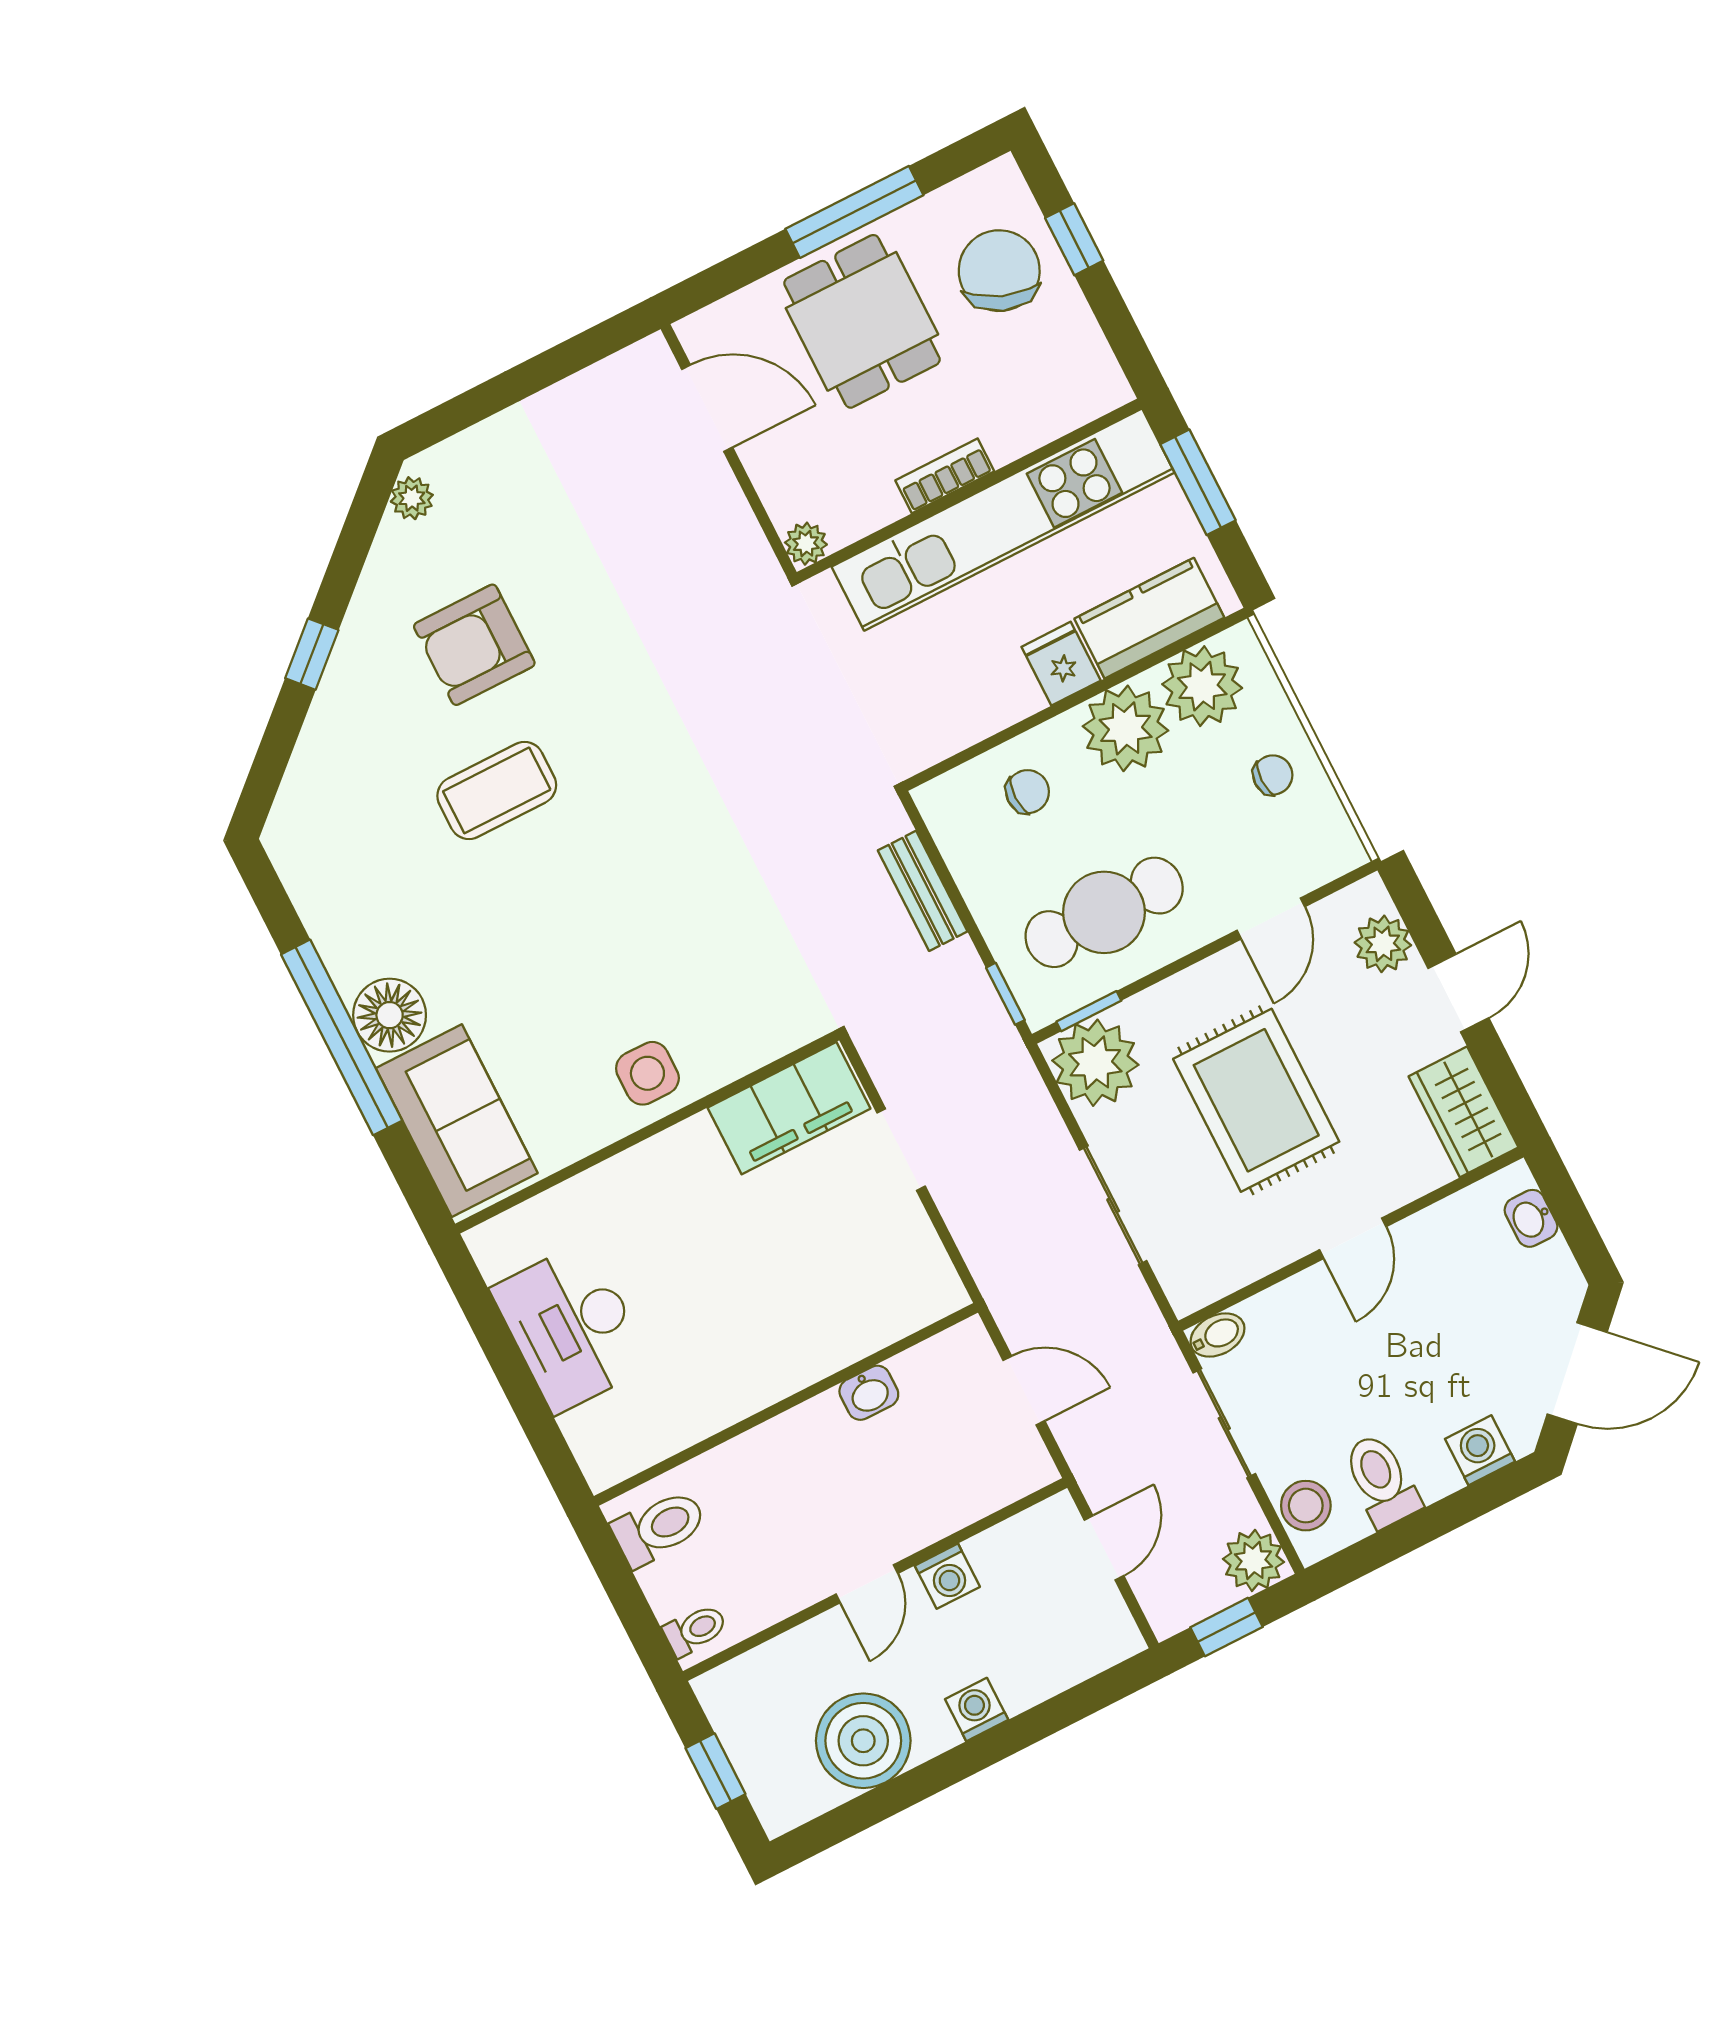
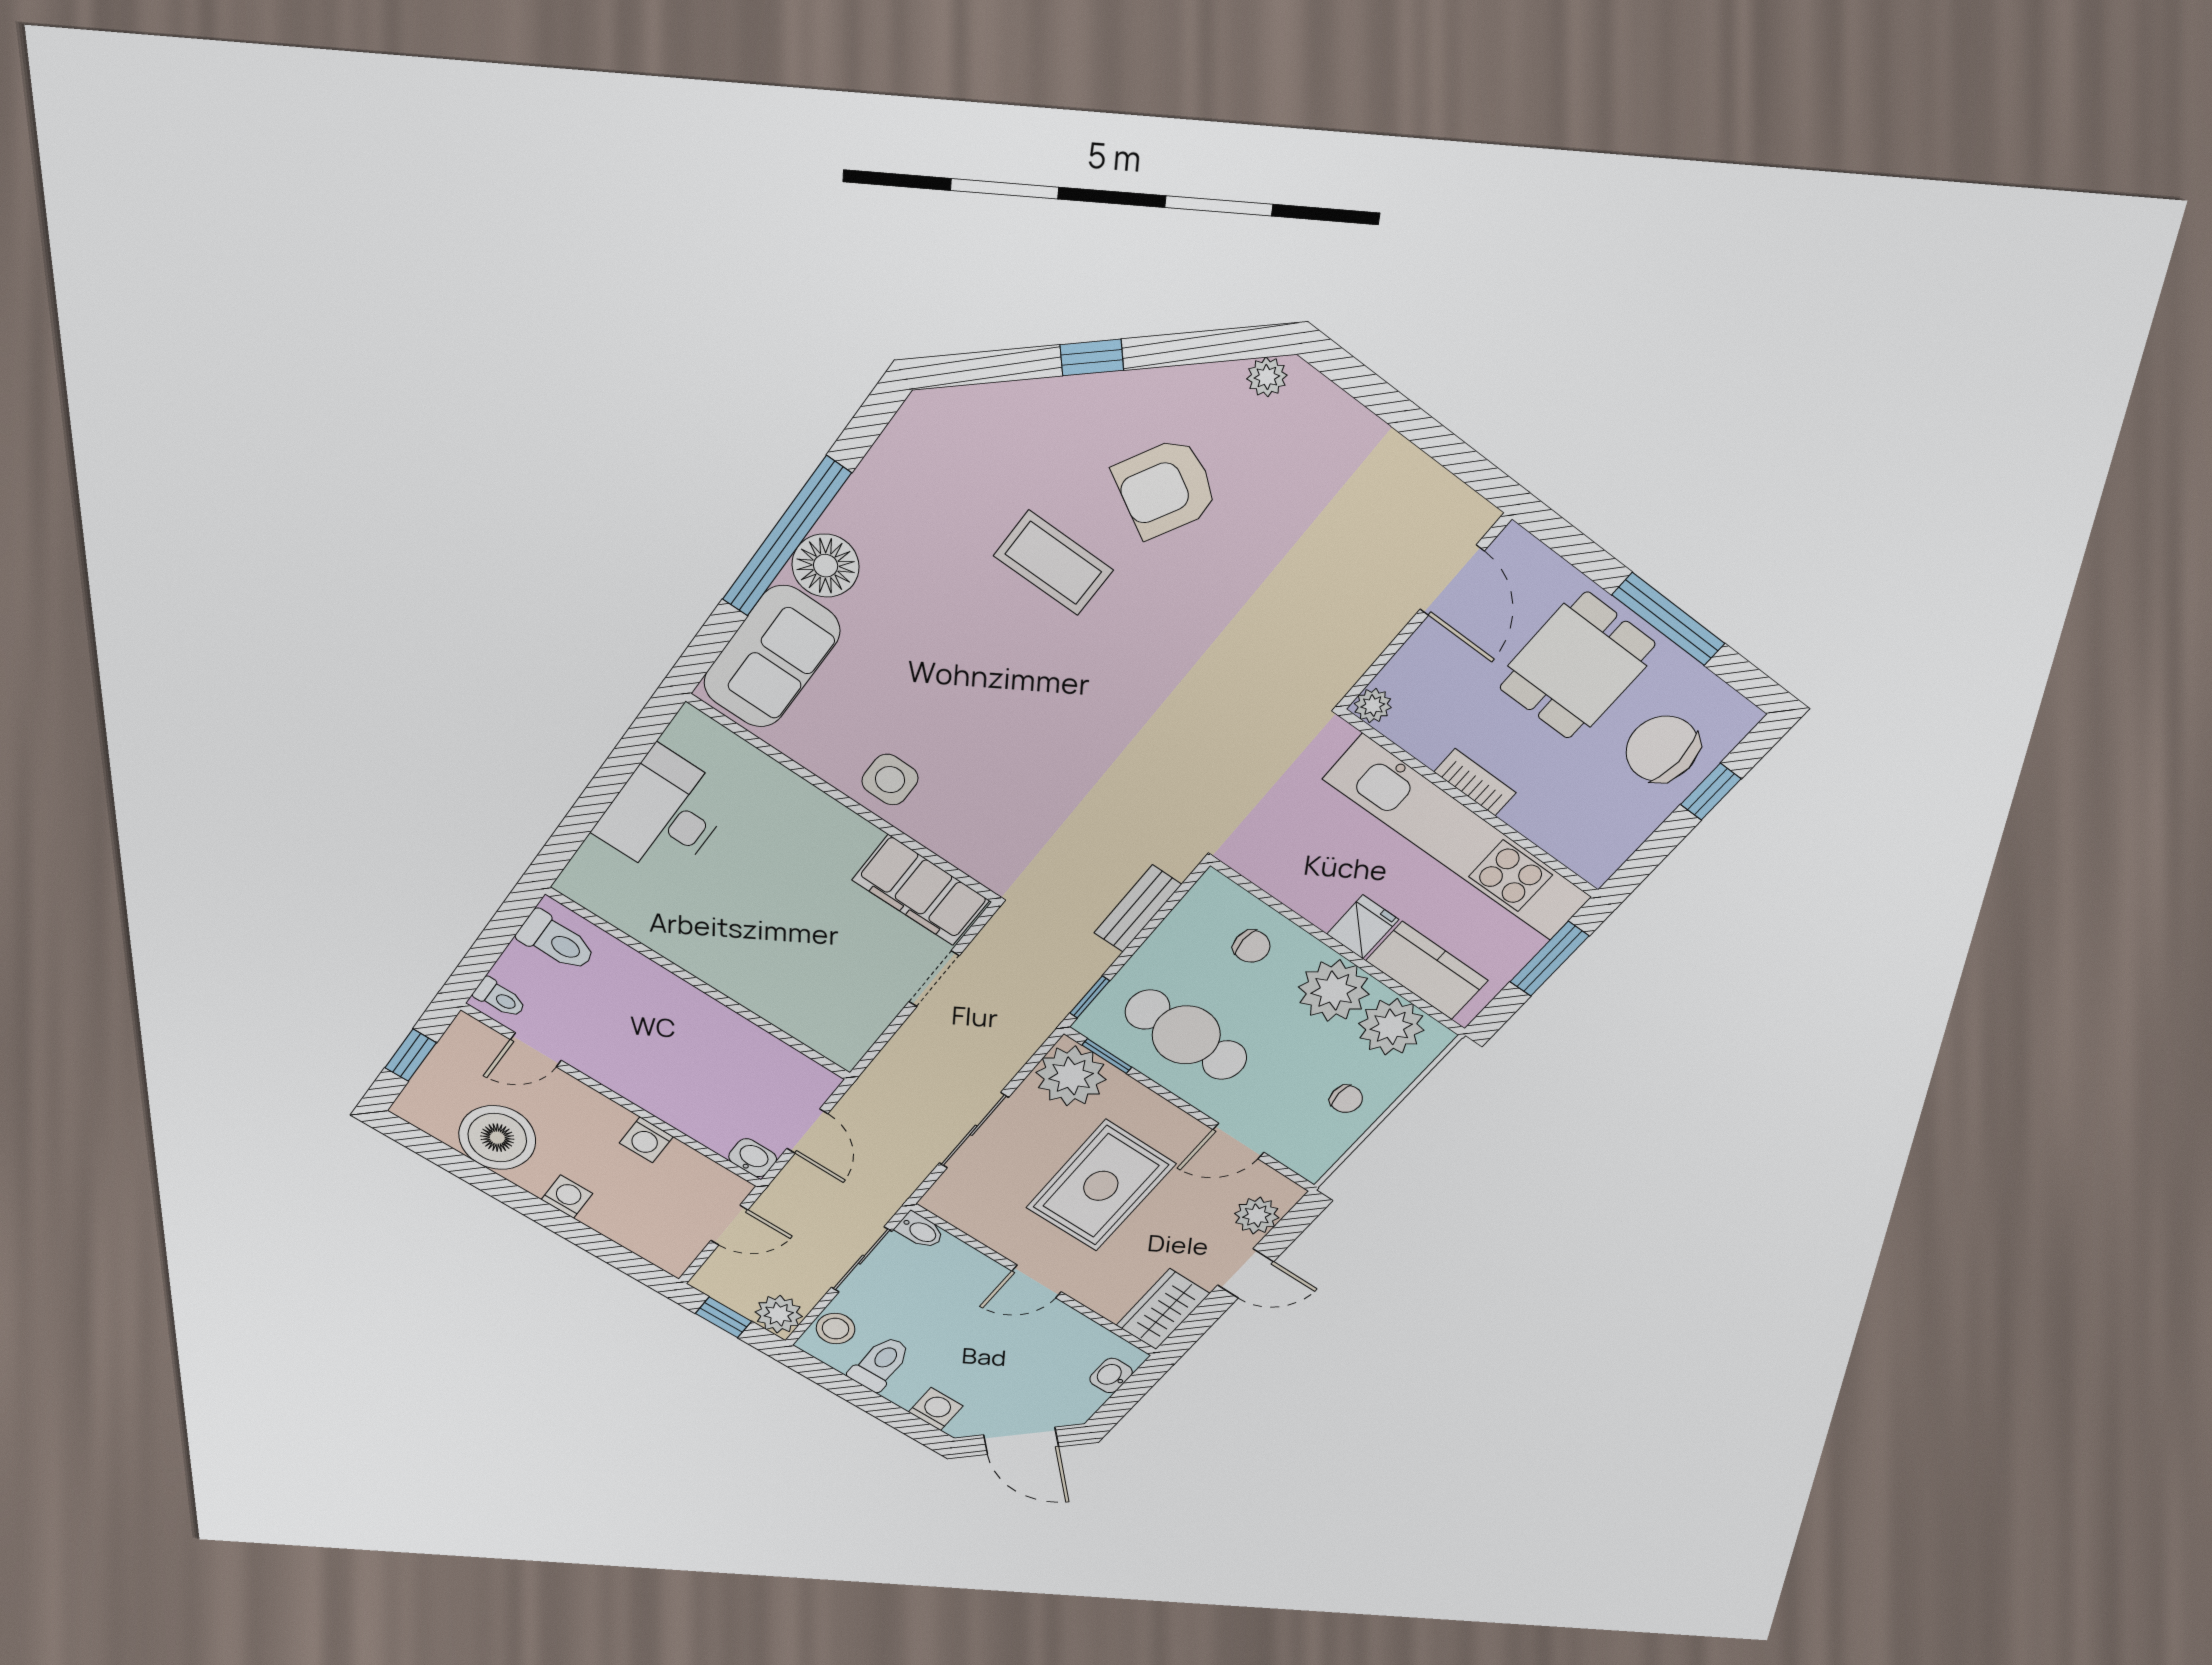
chair: (999, 271) -> (1662, 749), turned -111
armchair: (474, 645) -> (1166, 488), turned -61
washbasin: (869, 1393) -> (753, 1158), moved, turned 180
door: (867, 1584) -> (536, 1050), moved

